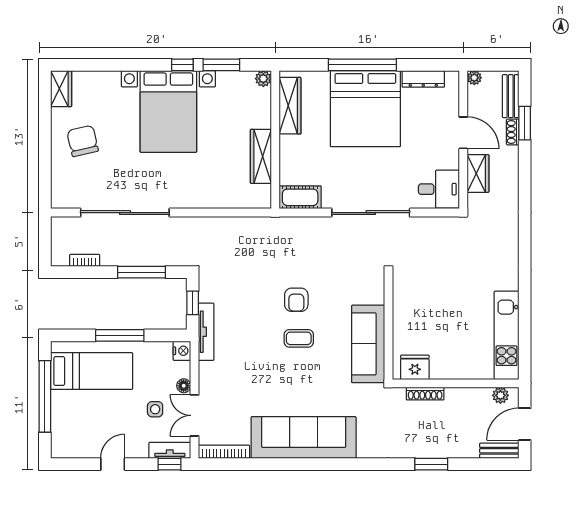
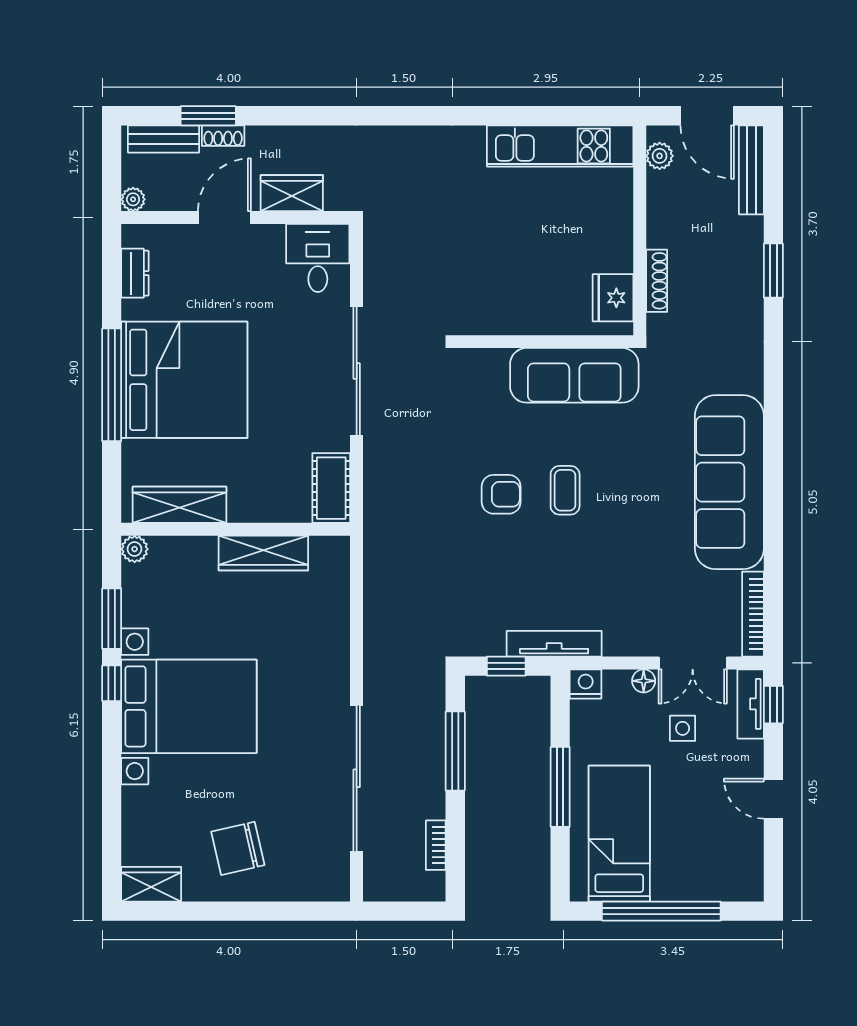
dresser: (423, 79) -> (135, 273), width x0.70
bench: (499, 451) -> (751, 170), width x1.36

